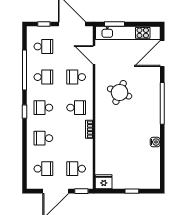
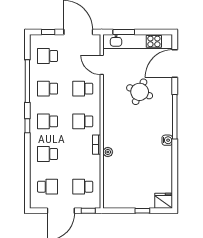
school desk: (43, 47) -> (48, 56), turned 180
school desk: (43, 77) -> (48, 89), turned 180
round table: (120, 92) -> (140, 92), moved
school desk: (76, 108) -> (83, 121), turned 180
plant: (100, 136) -> (108, 152), added
water cooler: (155, 142) -> (167, 140), moved
fridge: (104, 182) -> (164, 201), moved

